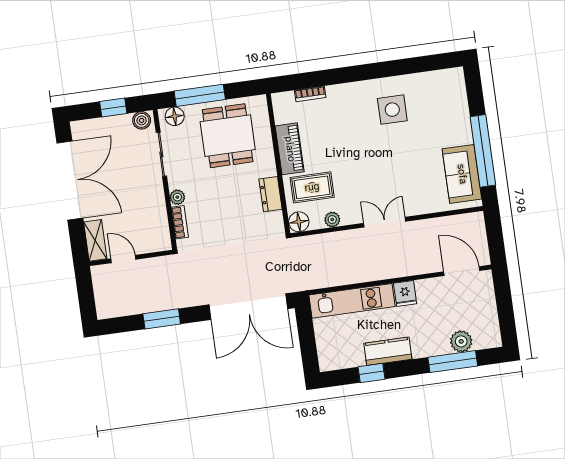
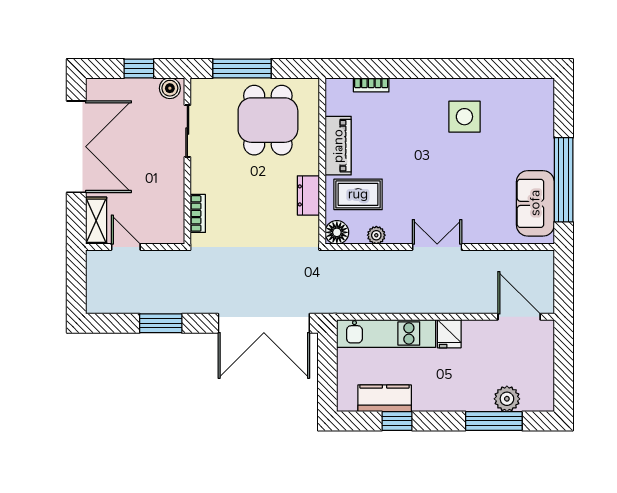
floor lamp: (175, 116) -> (209, 89), removed
plant: (177, 197) -> (199, 184), removed
kitchen counter: (388, 351) -> (385, 398), moved

